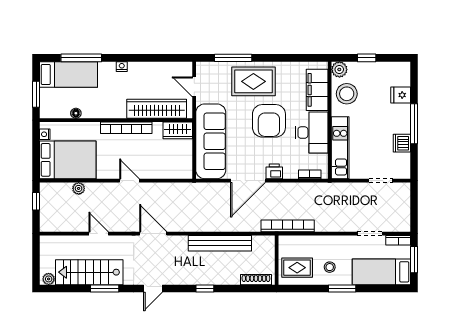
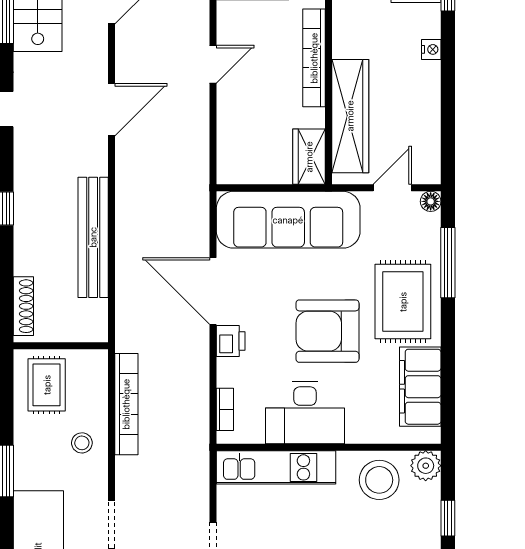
floor lamp: (201, 67) -> (431, 201), added
filing cabinet: (317, 90) -> (420, 387), moved, turned -90
bookcase: (288, 226) -> (126, 404), moved
stool: (330, 267) -> (82, 443), moved

